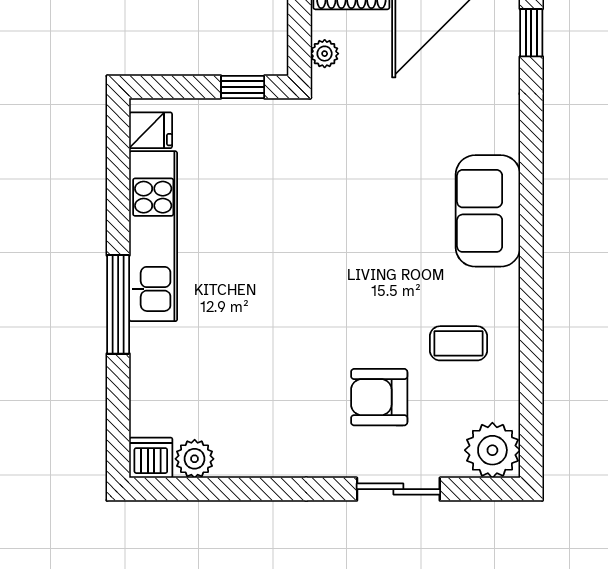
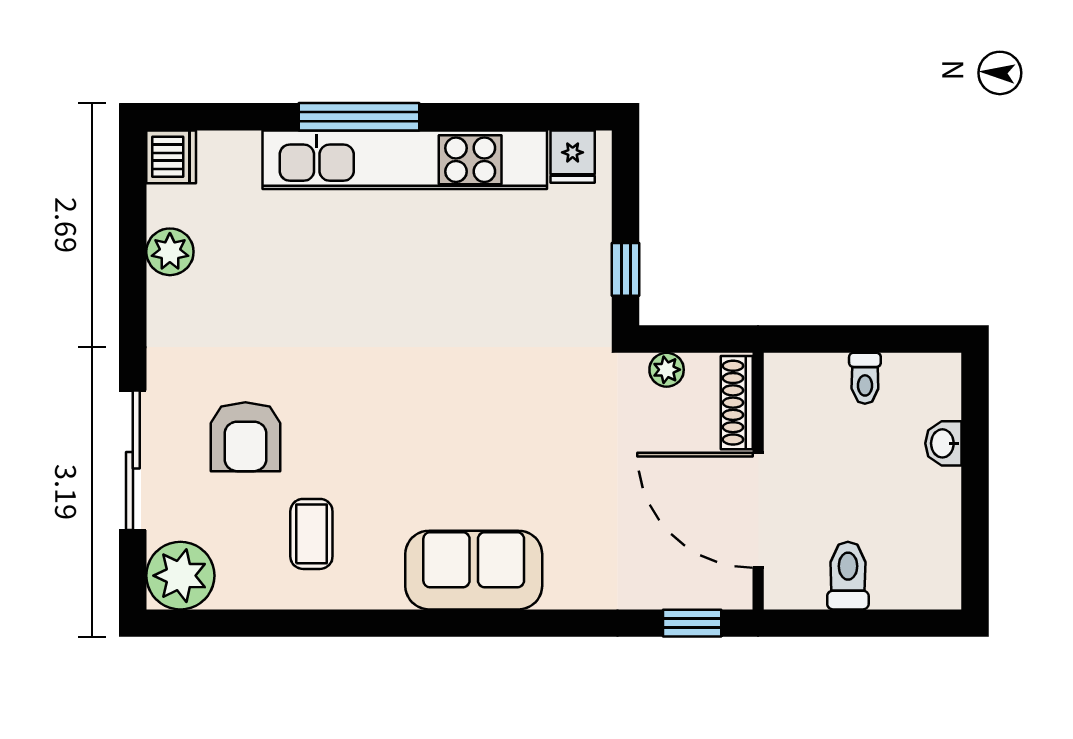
kitchen unit: (153, 236) -> (405, 160), width x1.36
armchair: (379, 397) -> (245, 437), turned 180
plant: (195, 459) -> (170, 252), moved
sliding door: (398, 489) -> (133, 460), width x1.37

